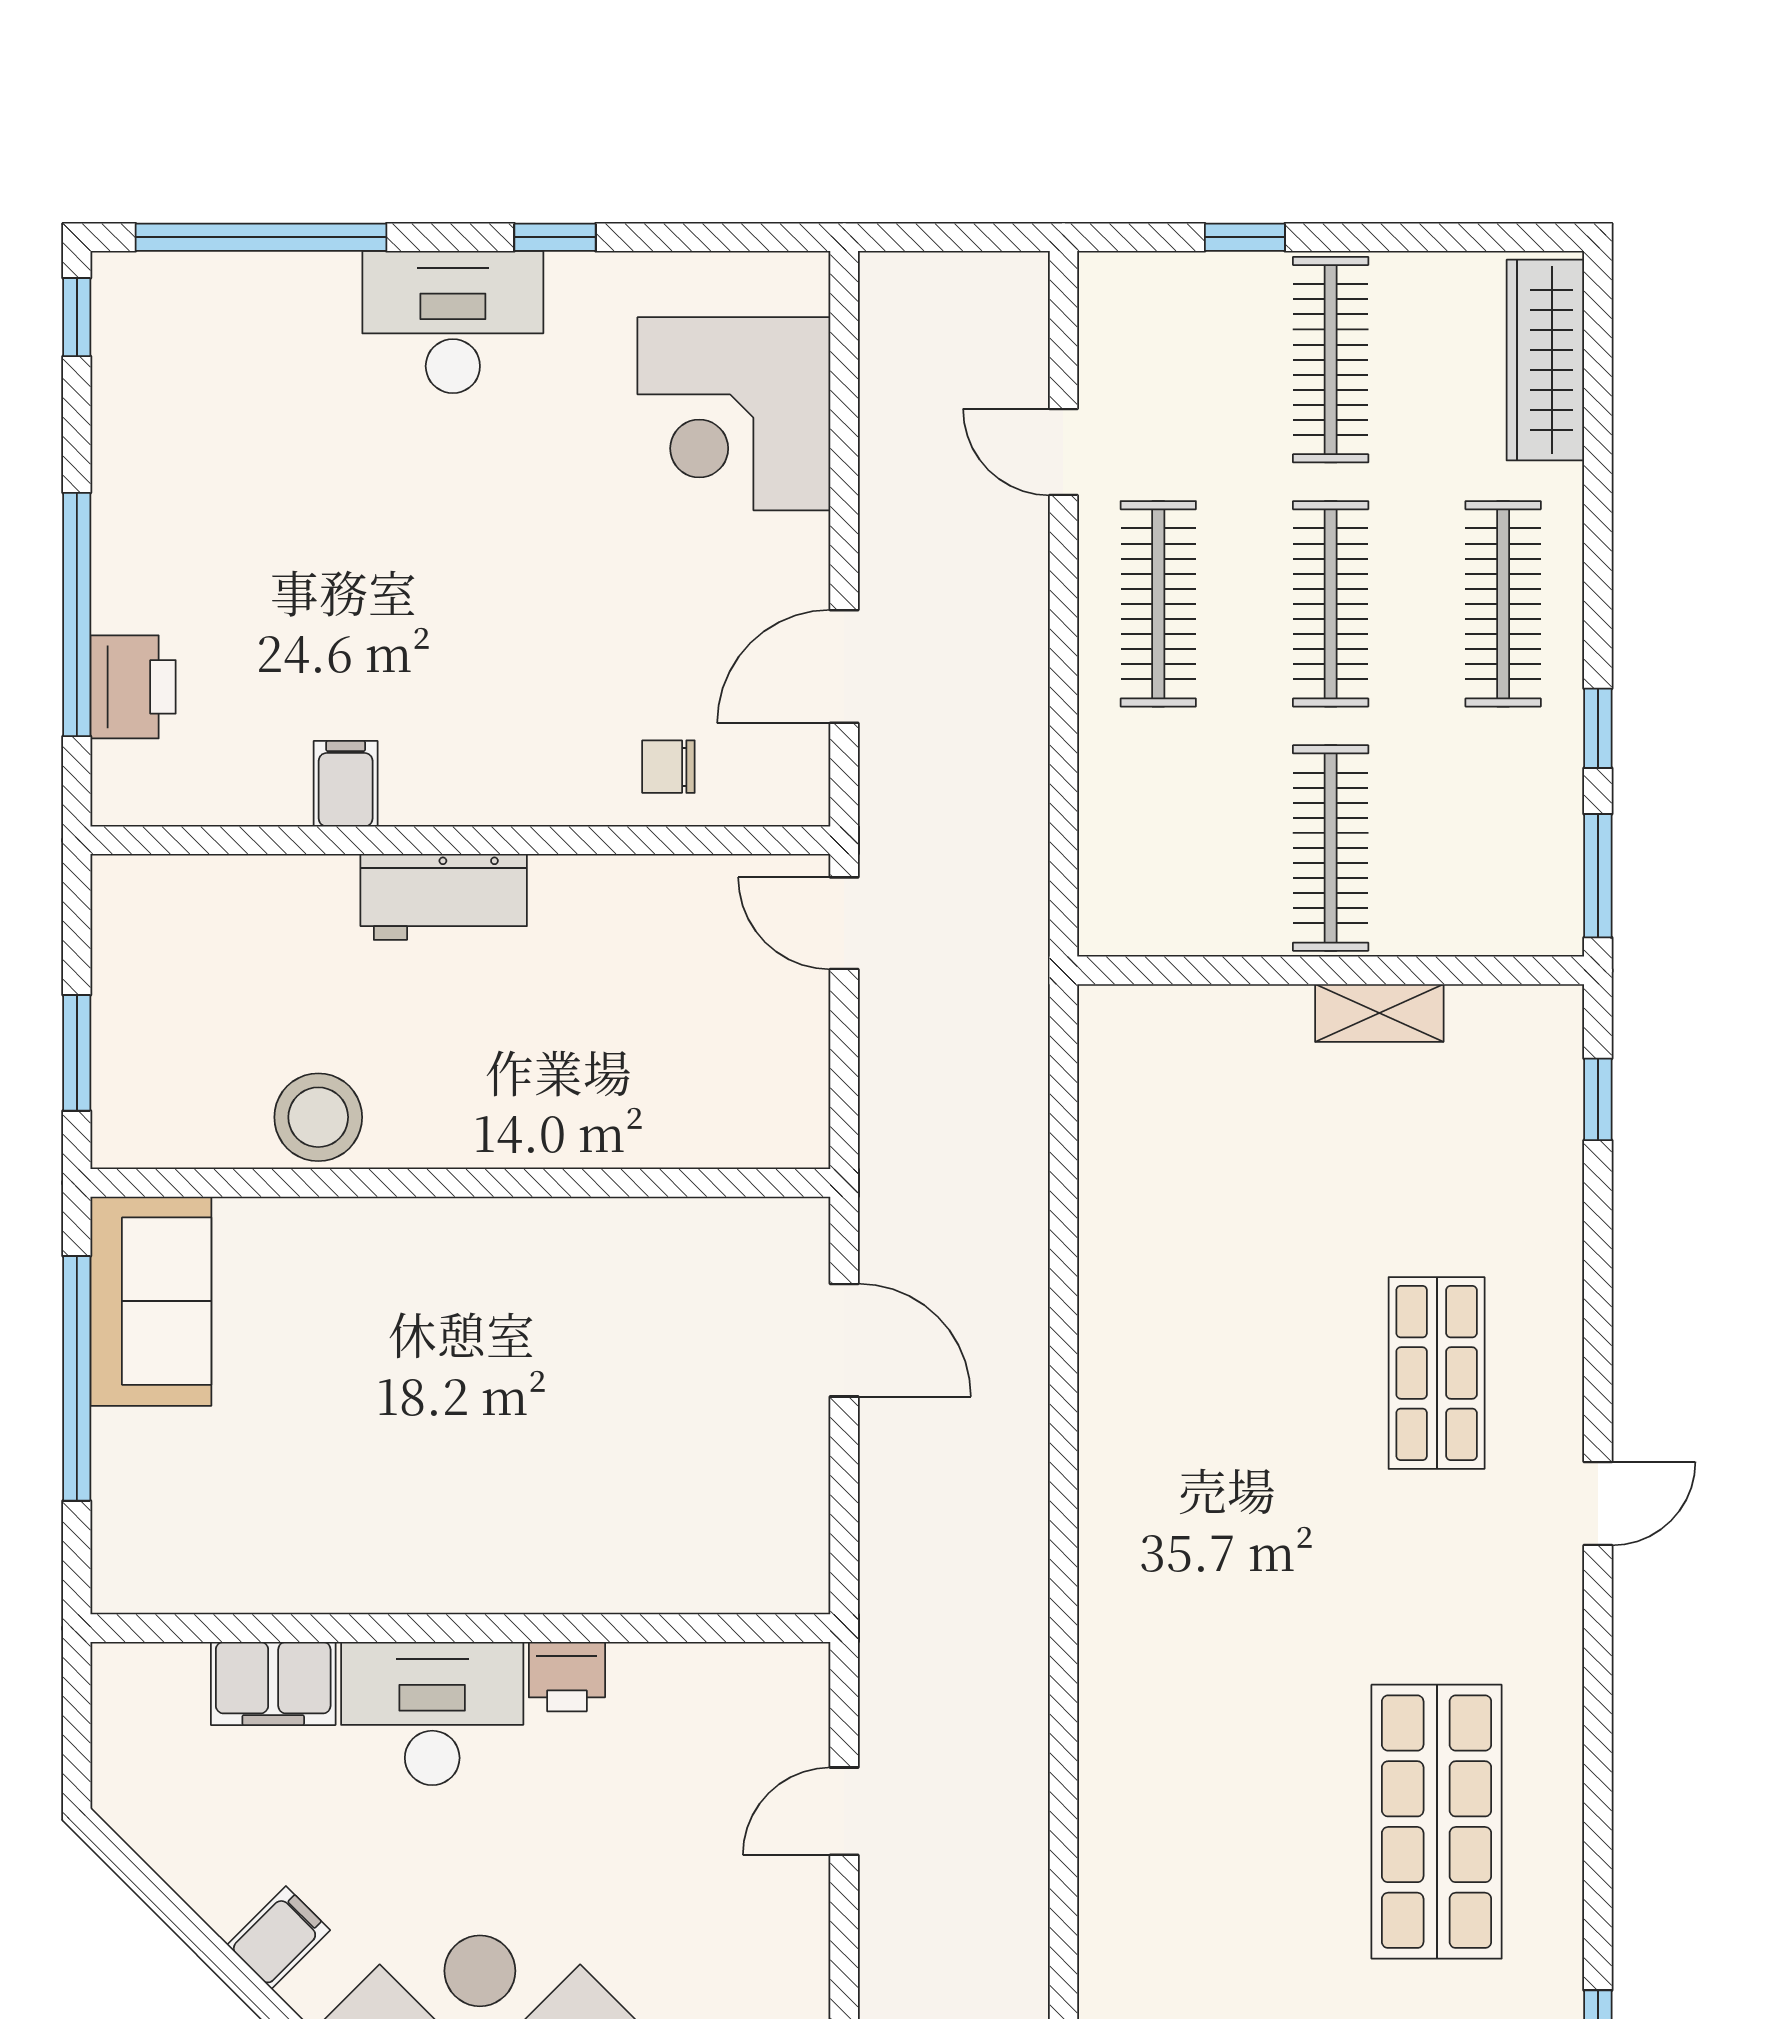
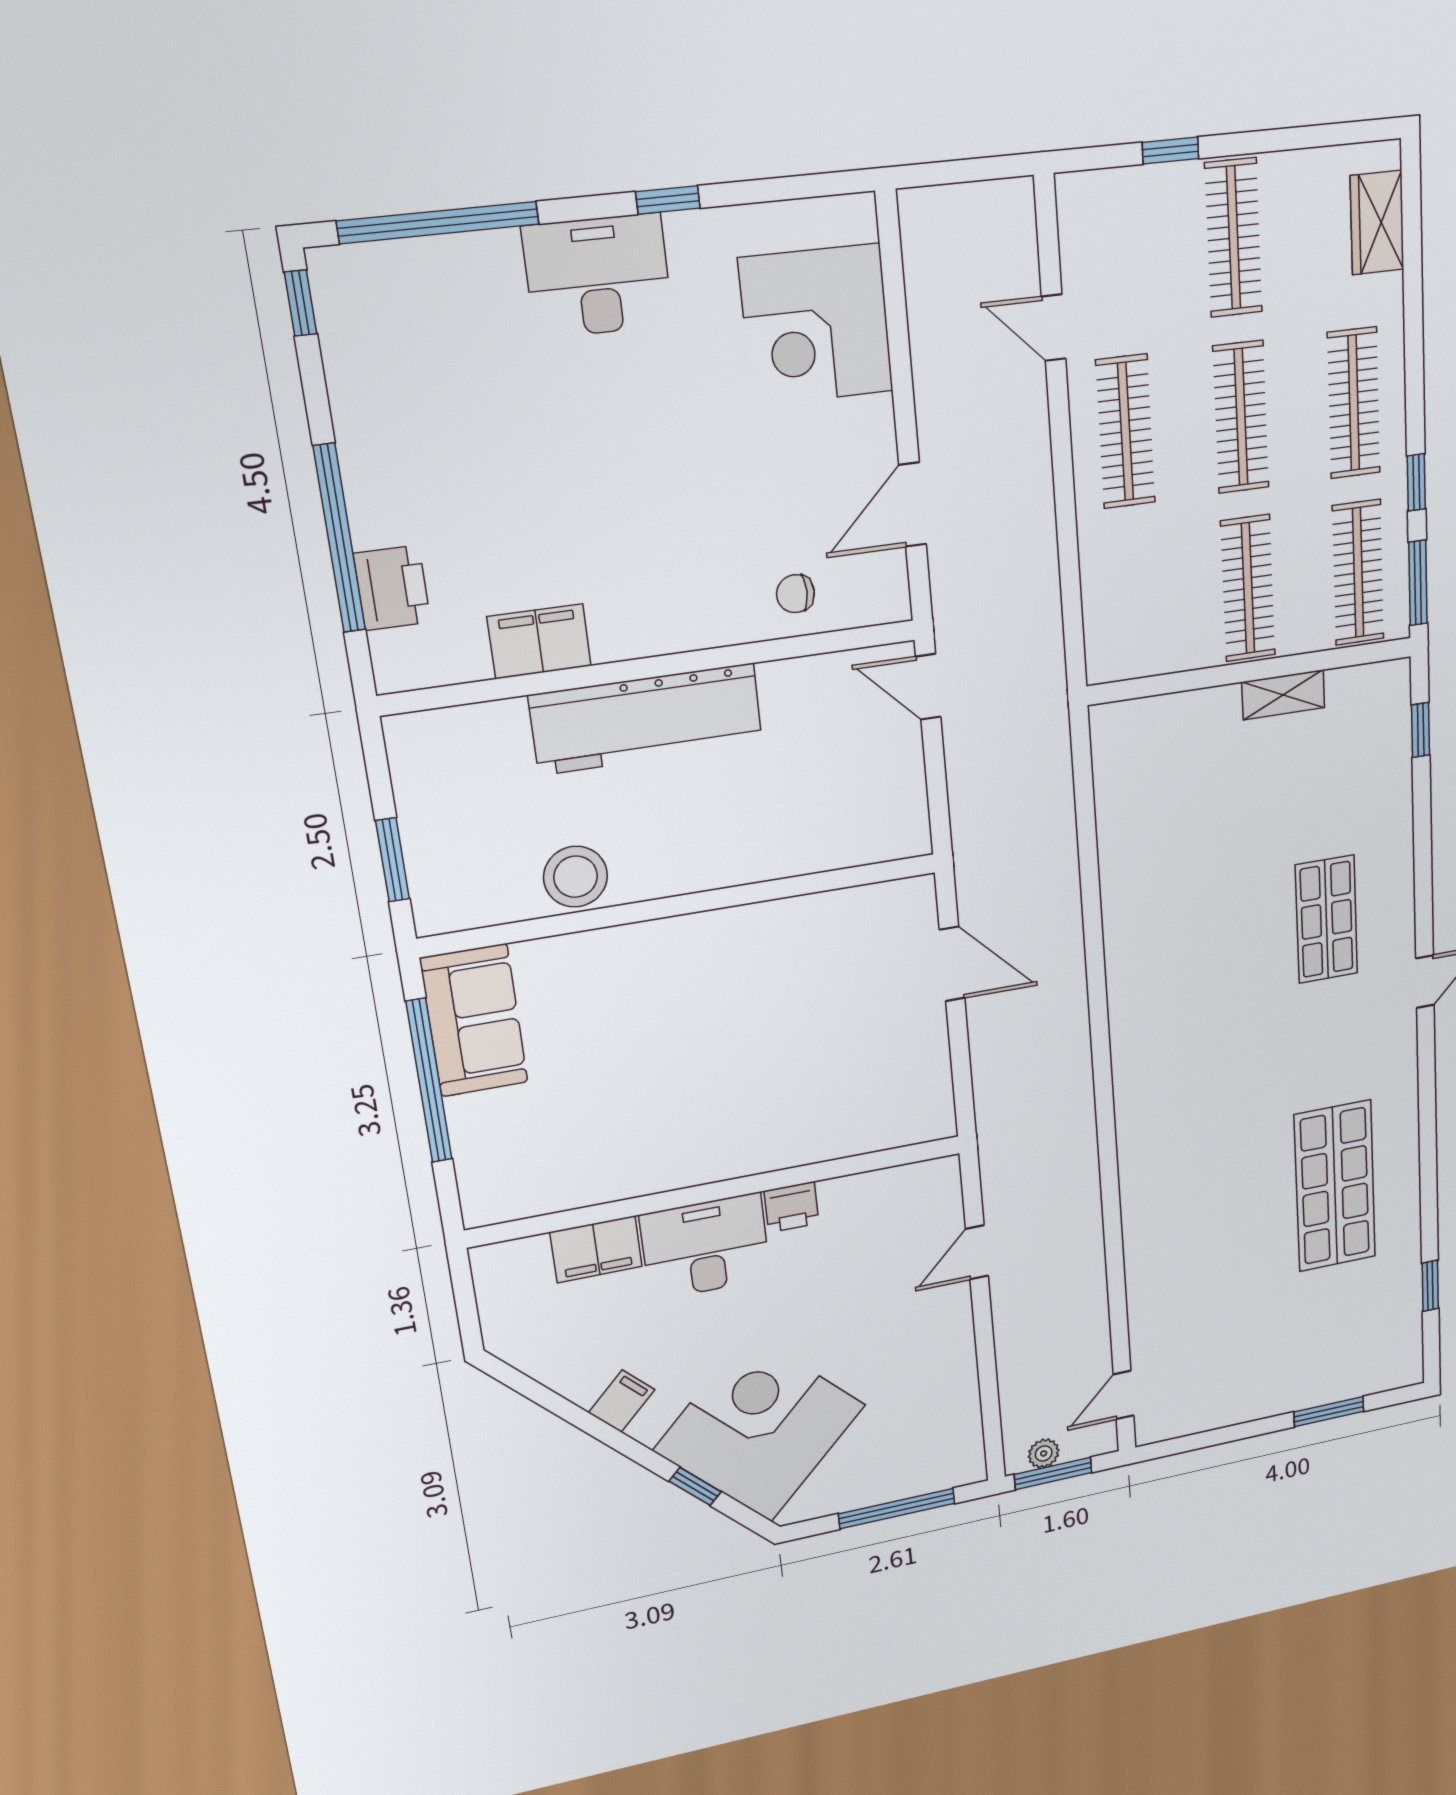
wardrobe: (1545, 360) -> (1377, 223), width x0.67
filing cabinet: (346, 784) -> (539, 641), width x2.00
clothes rail: (1503, 848) -> (1358, 573), added
workbench: (444, 897) -> (647, 719), width x1.87, depth x1.32

